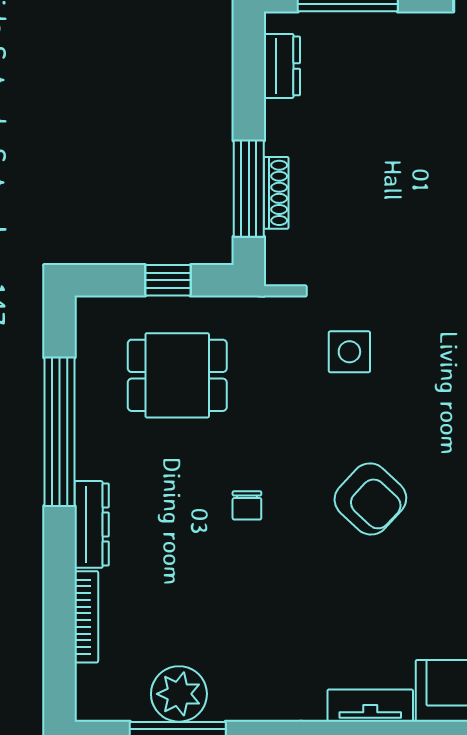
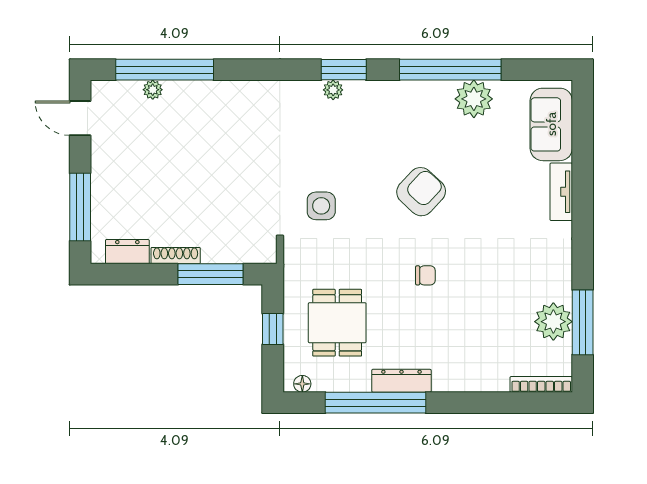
shoe rack: (276, 193) -> (176, 256), moved
floor lamp: (87, 324) -> (302, 384), added
dresser: (92, 524) -> (401, 381), moved
bookcase: (86, 617) -> (541, 384), moved

